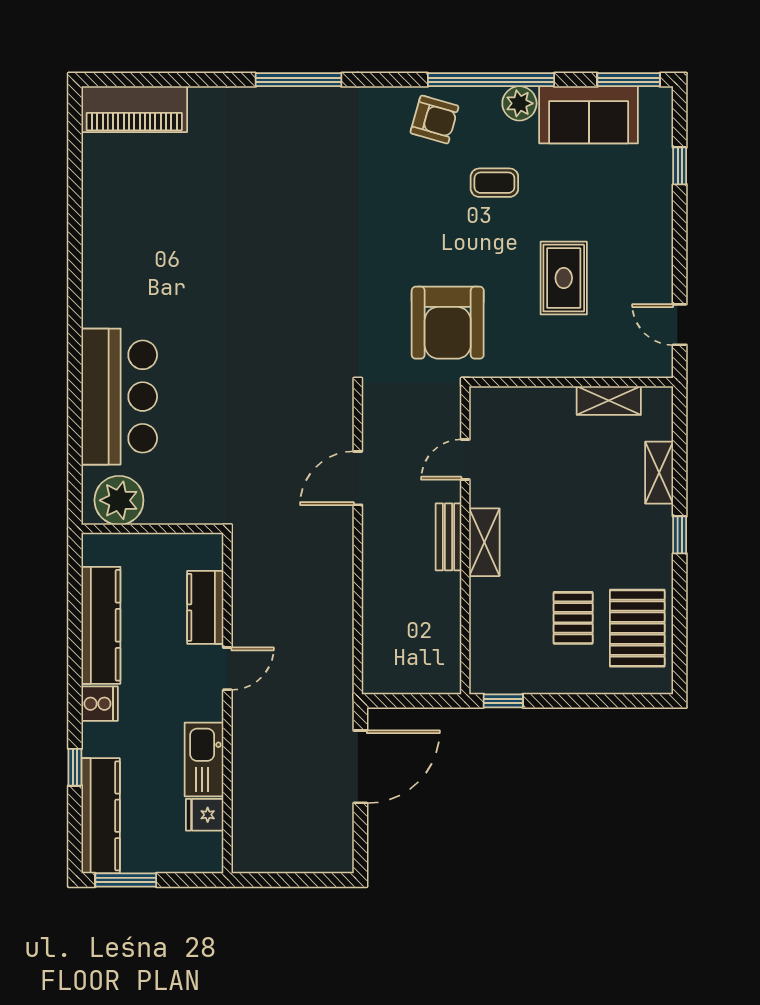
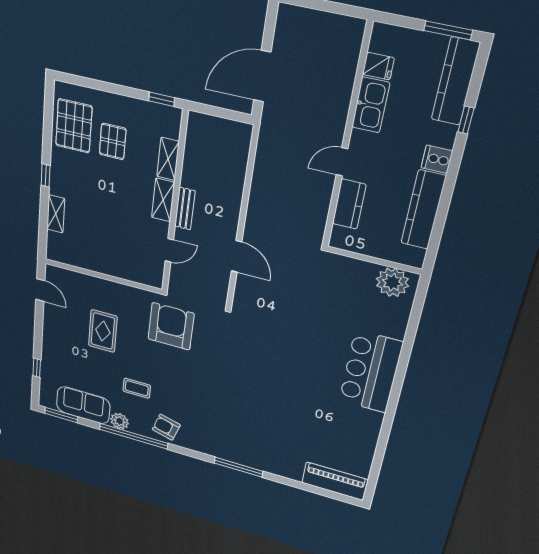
bar counter: (119, 397) -> (371, 372), moved
shelving: (609, 400) -> (168, 159), moved, turned 90
door: (358, 478) -> (236, 256), hinge flipped

